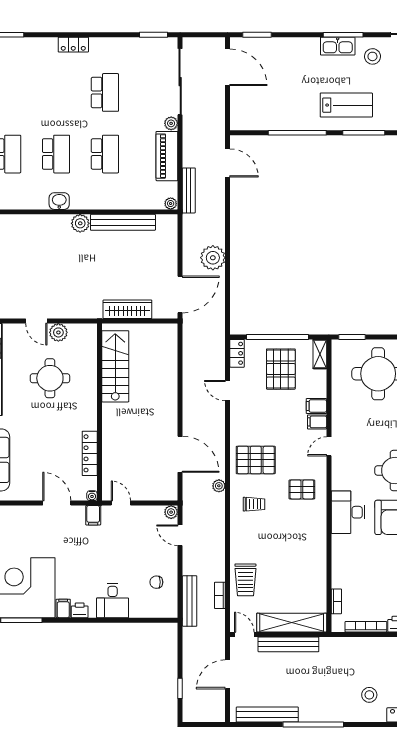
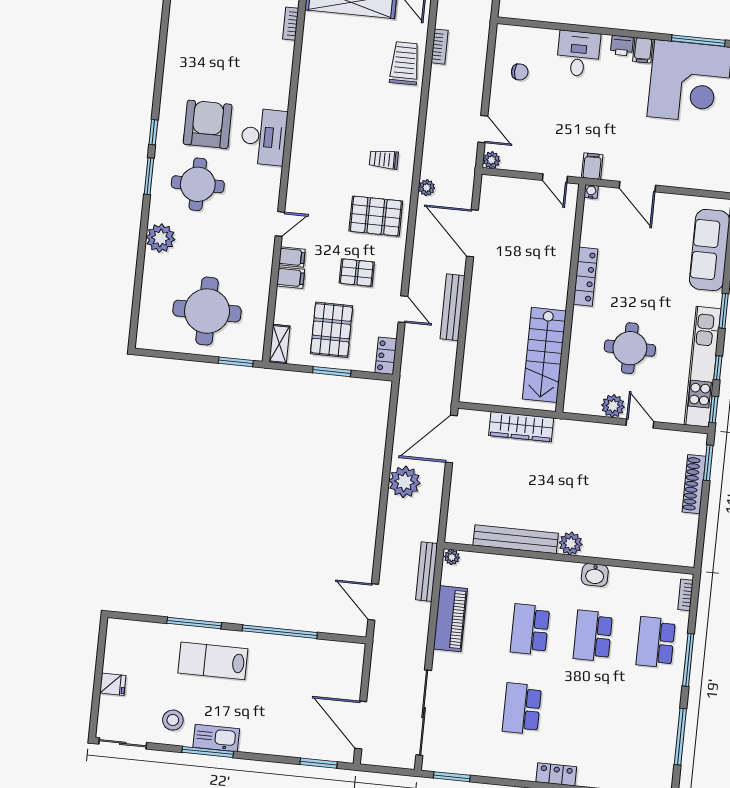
plant: (171, 123) -> (441, 660), removed
window: (277, 337) -> (332, 372), width x0.47
locker: (90, 453) -> (586, 277), moved
pallet: (302, 489) -> (357, 273), moved
bench: (190, 601) -> (452, 307), moved

